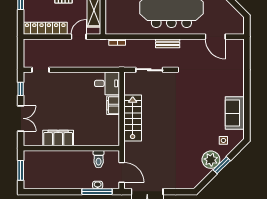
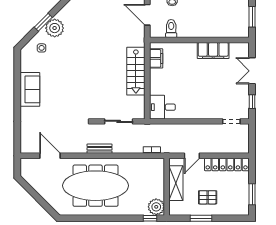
filing cabinet: (113, 105) -> (156, 58), moved
sofa: (235, 113) -> (30, 89), moved

